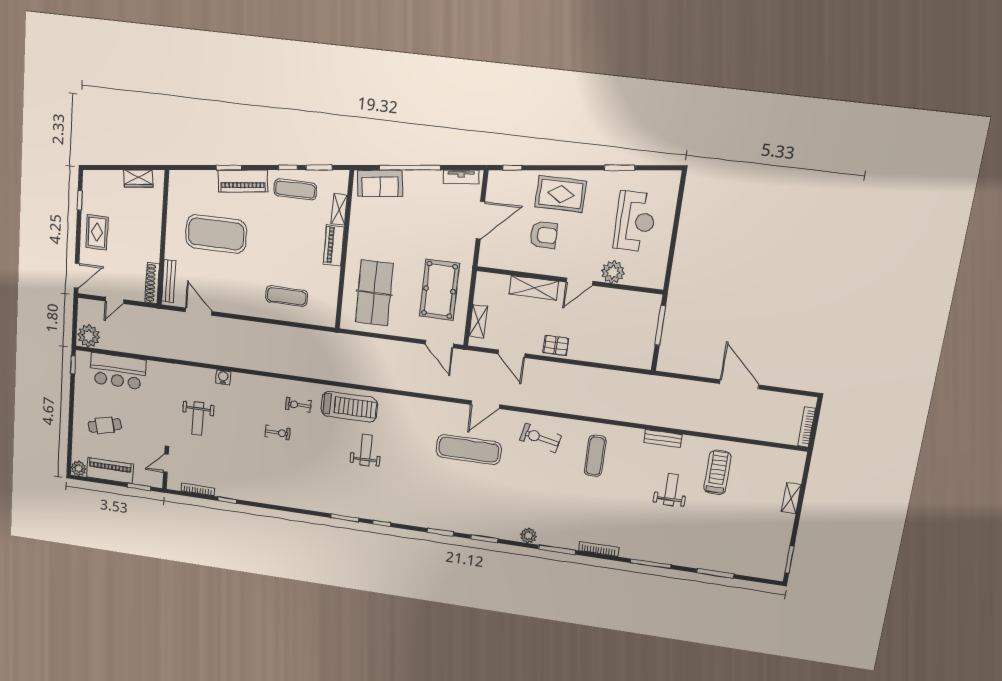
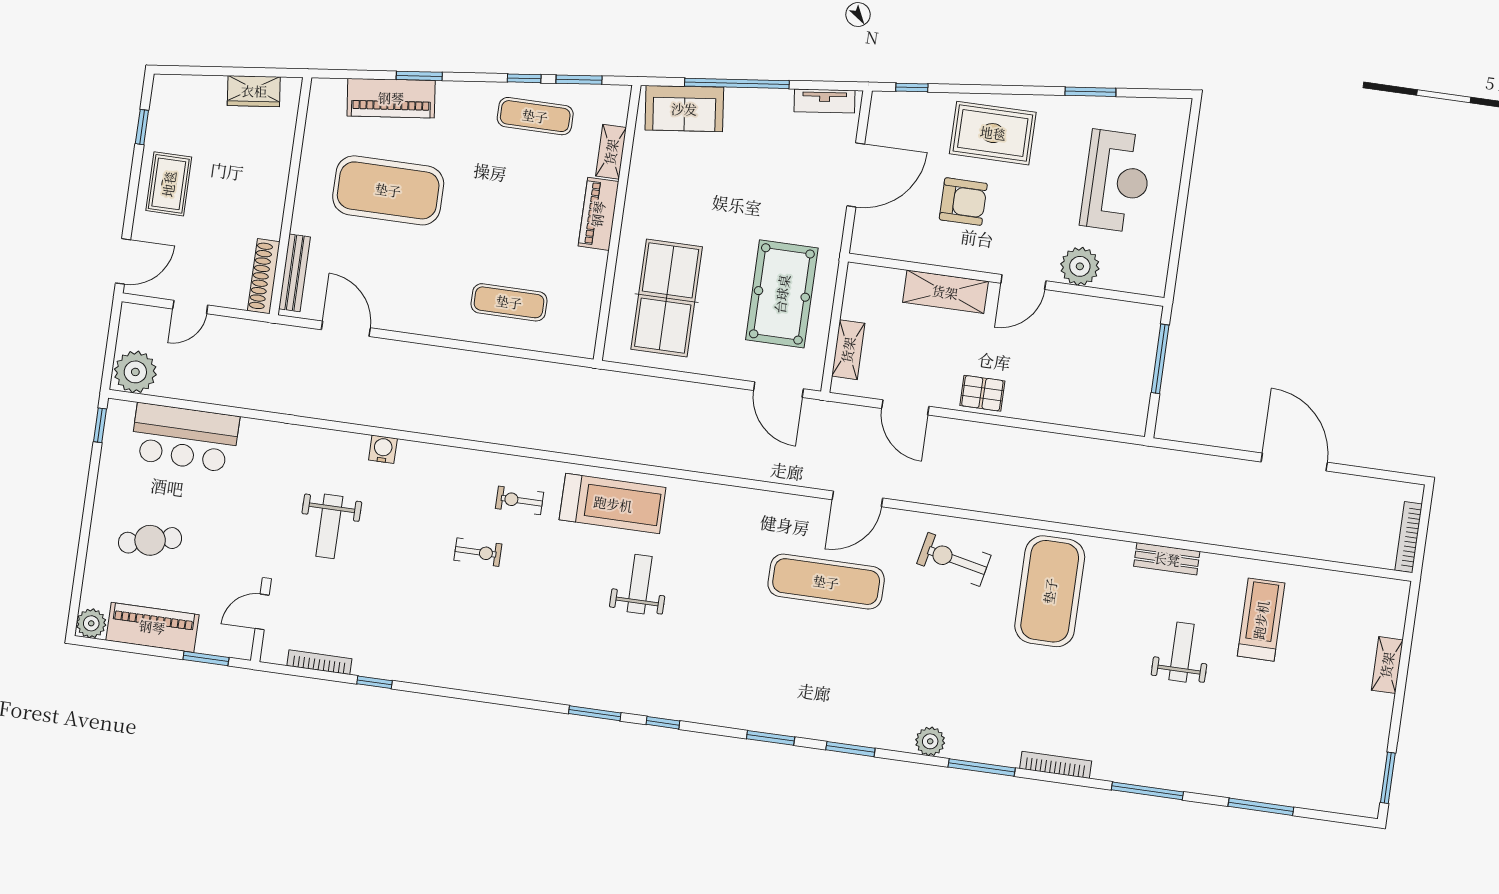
piano: (243, 181) -> (391, 98), moved
exercise mat: (595, 456) -> (1050, 591), width x2.00, depth x1.45

